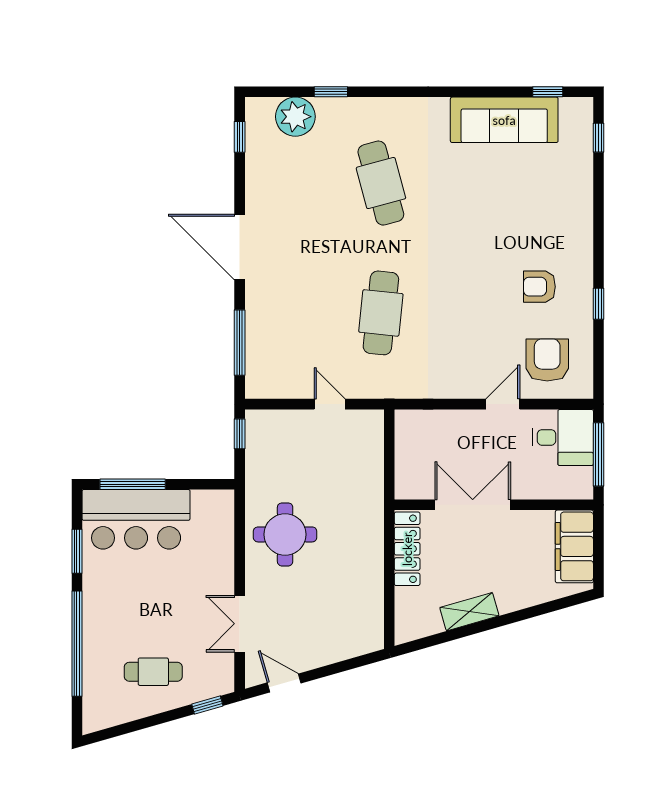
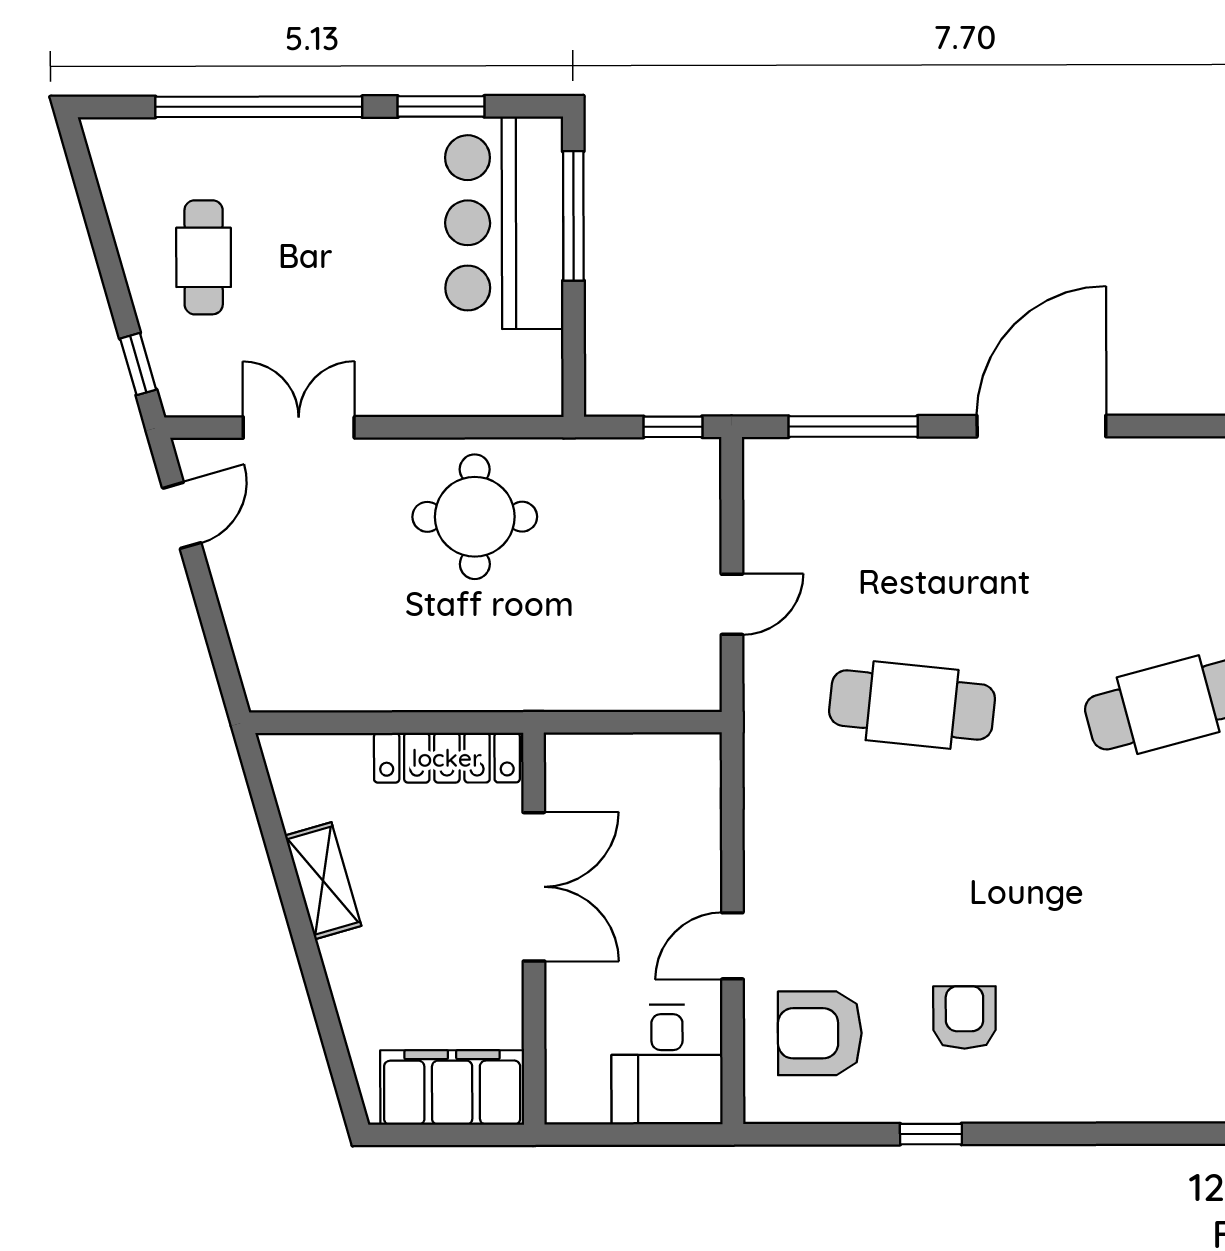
armchair: (547, 360) -> (820, 1033), turned 180
door: (503, 404) -> (732, 946), swing flipped
window: (598, 454) -> (634, 1135), removed

